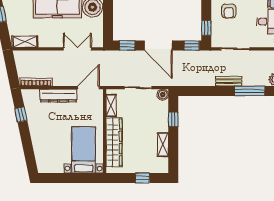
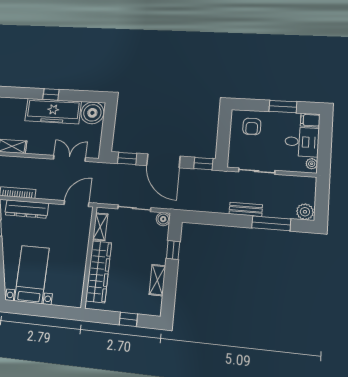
window: (206, 28) -> (223, 144), removed
dresser: (59, 96) -> (27, 209), moved
bed with nightstands: (84, 150) -> (32, 274), moved

